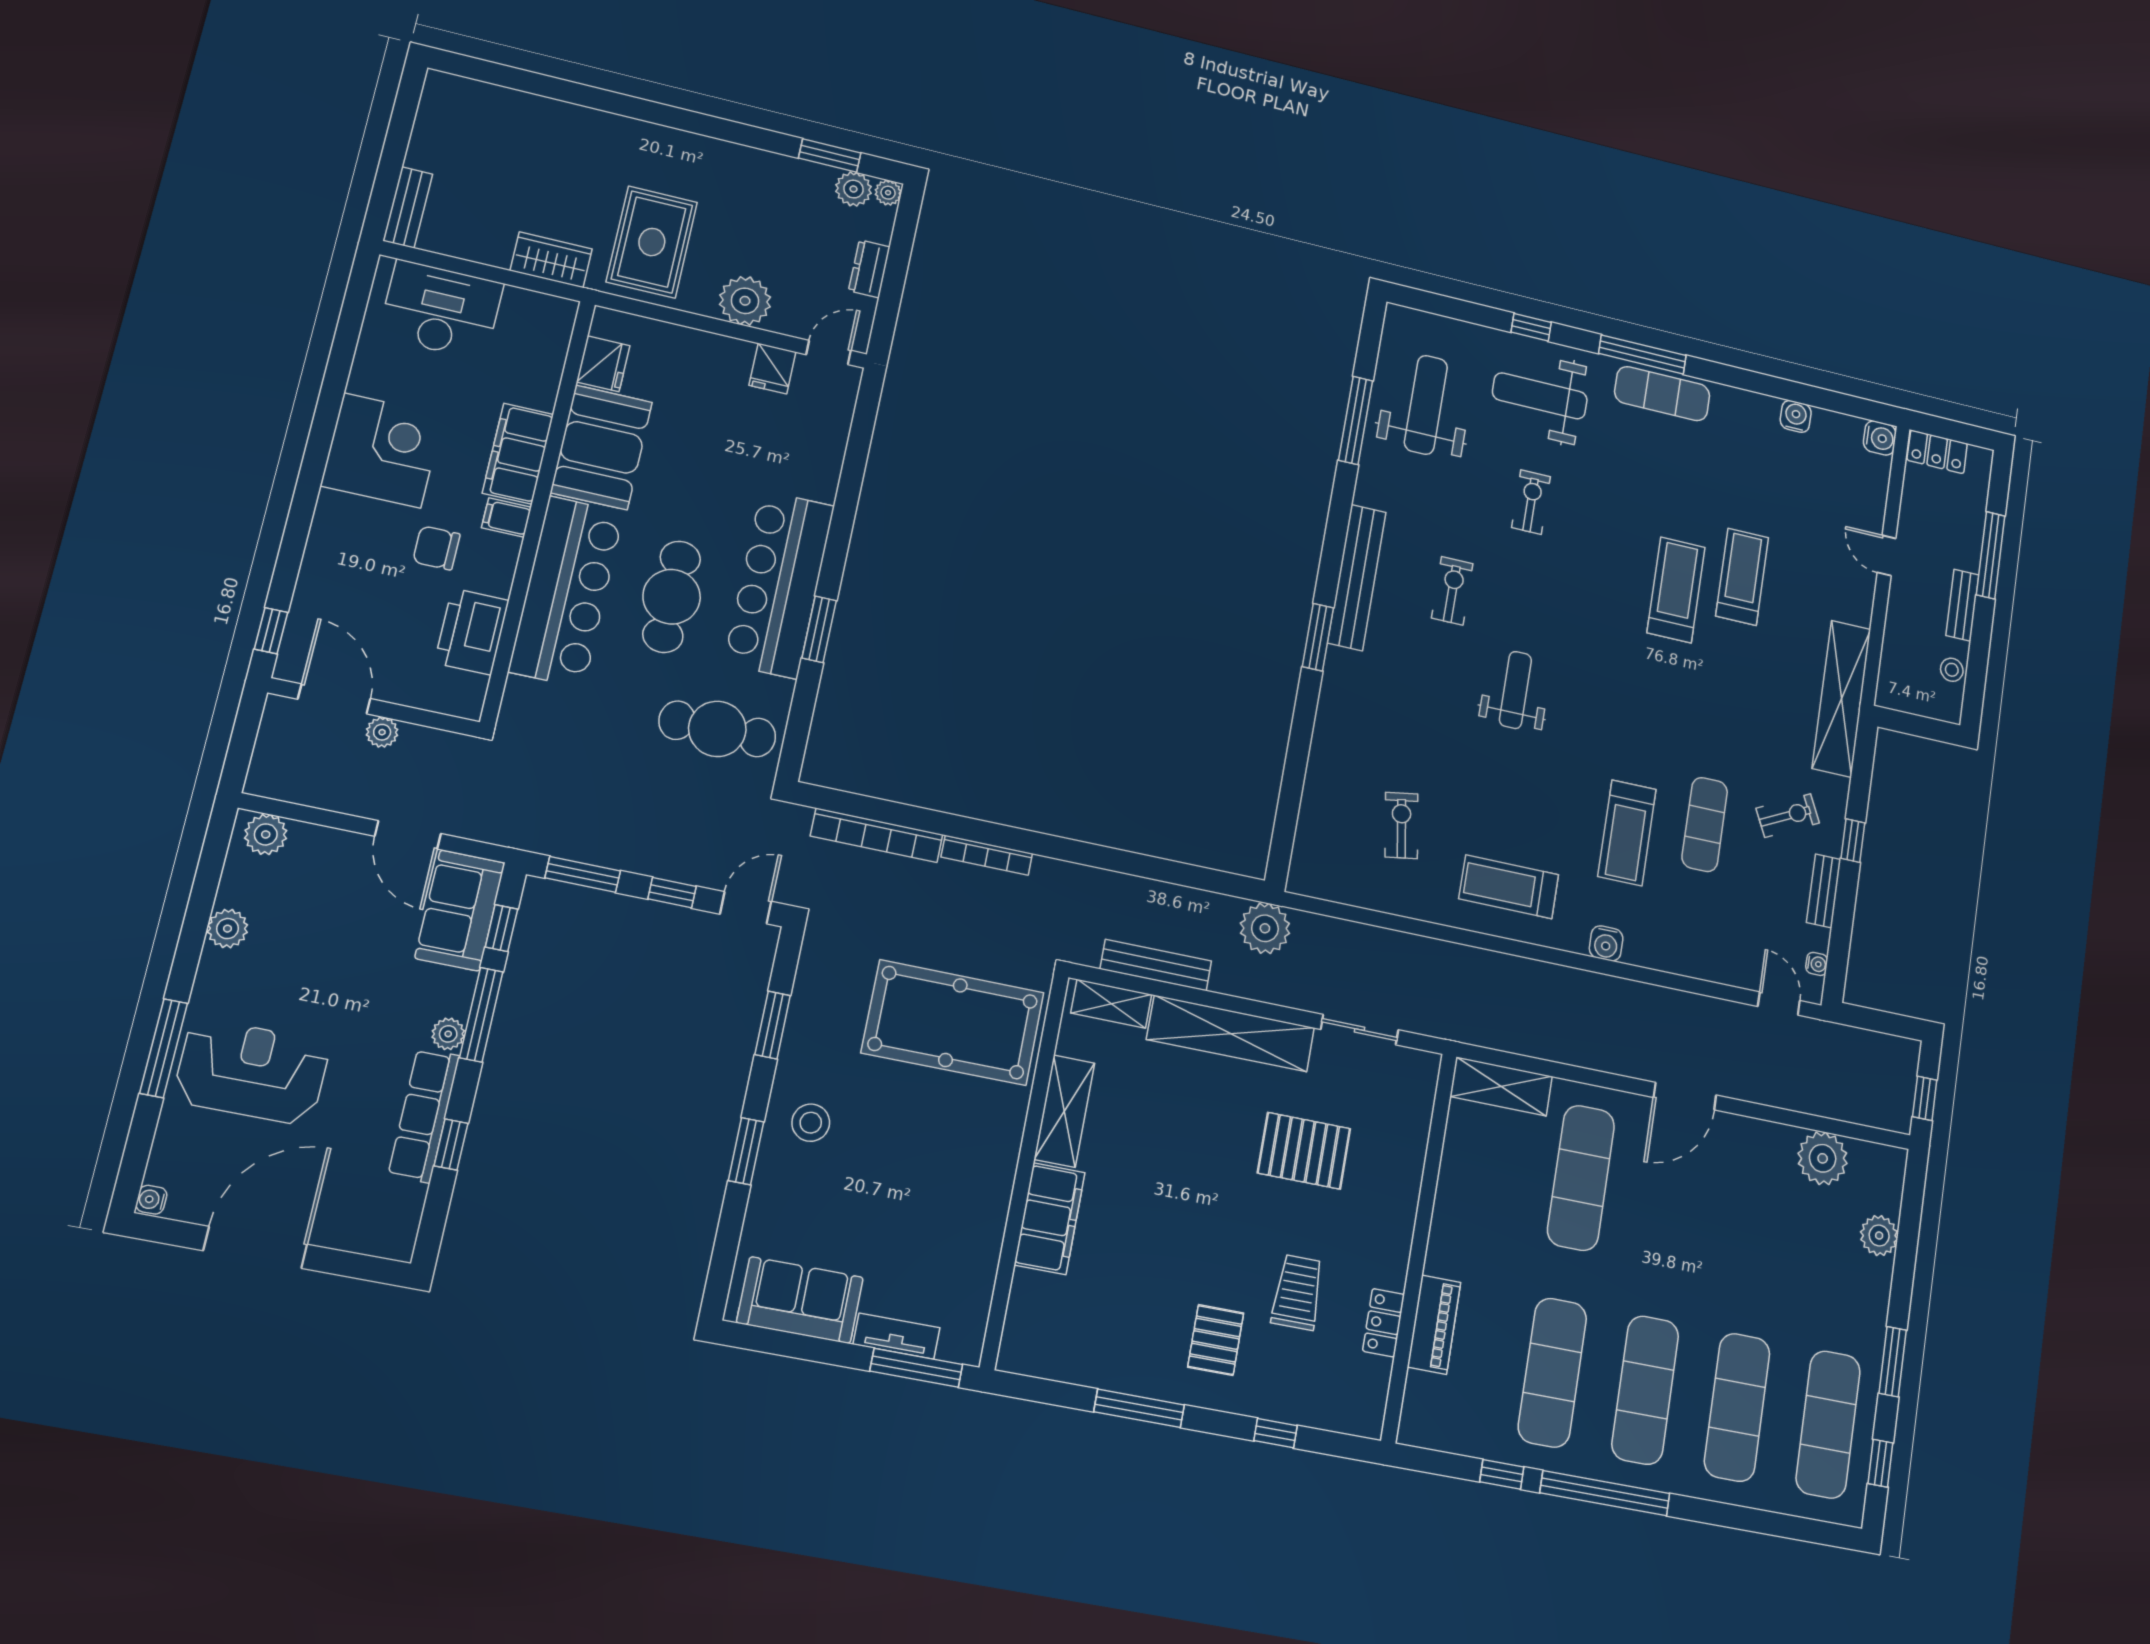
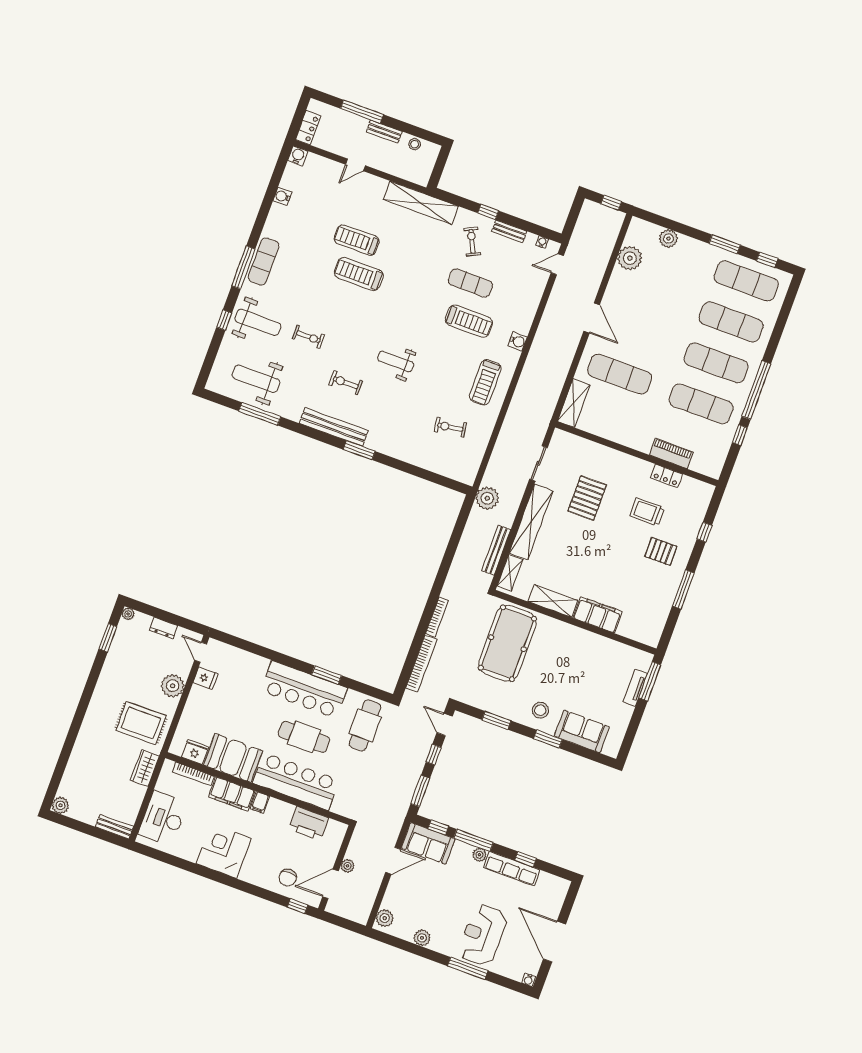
plant: (854, 189) -> (60, 805), moved
bookcase: (553, 365) -> (193, 774), added
weight bench: (1540, 396) -> (258, 322), turned -90
exercise bike: (1531, 502) -> (308, 337), turned 180
chair: (436, 548) -> (288, 878), moved
sofa: (800, 1300) -> (582, 731), moved, turned 90

